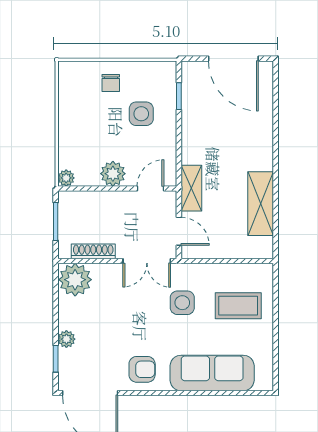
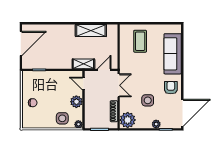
side table: (141, 114) -> (62, 118), moved
side table: (182, 303) -> (148, 100), moved

